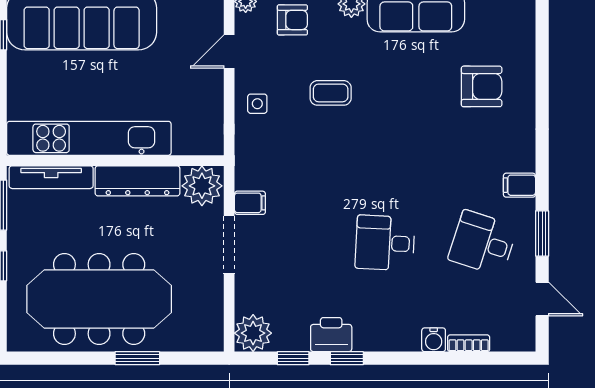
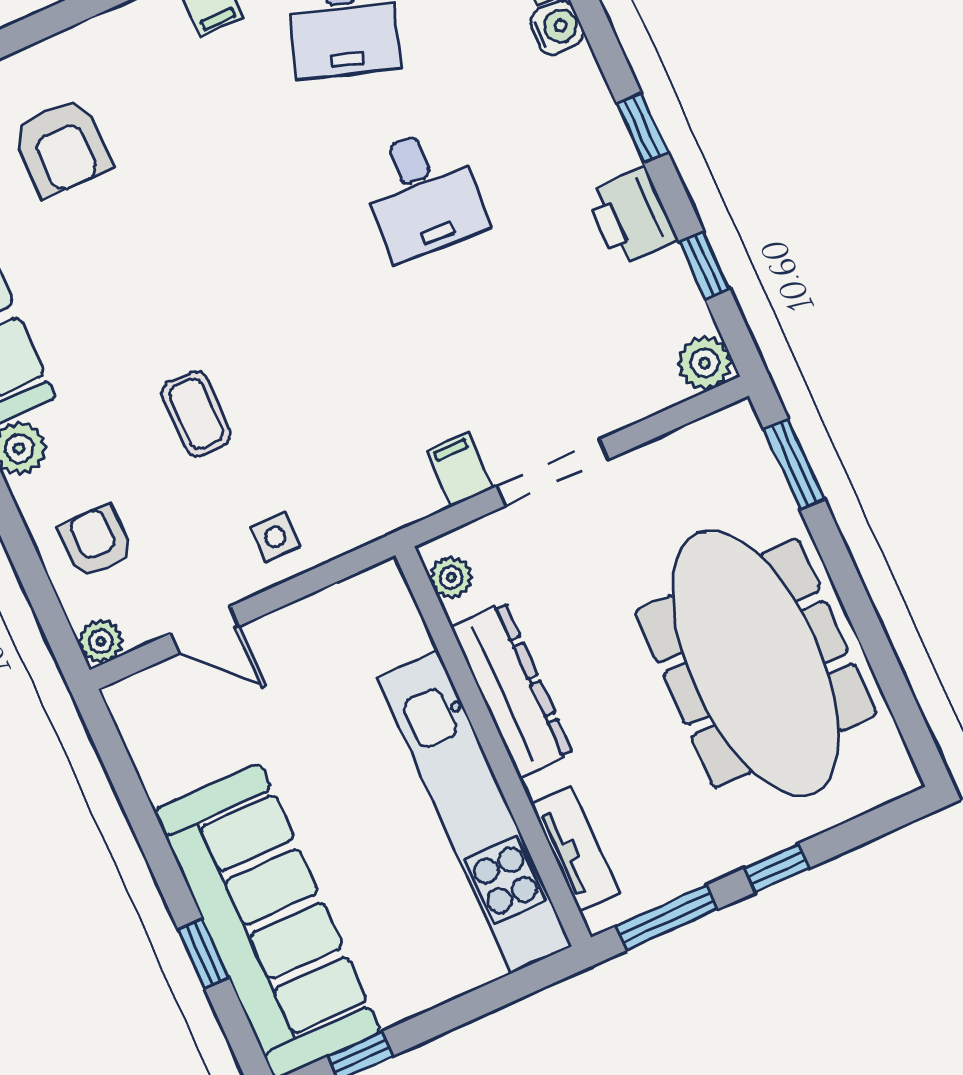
armchair: (482, 86) -> (62, 147), turned 180
tv unit: (51, 177) -> (575, 849), width x0.71
plant: (202, 186) -> (451, 577), width x0.53, depth x0.53
plant: (253, 333) -> (705, 363), width x0.73, depth x0.73
window: (137, 358) -> (794, 464), moved
window: (347, 358) -> (642, 128), moved

